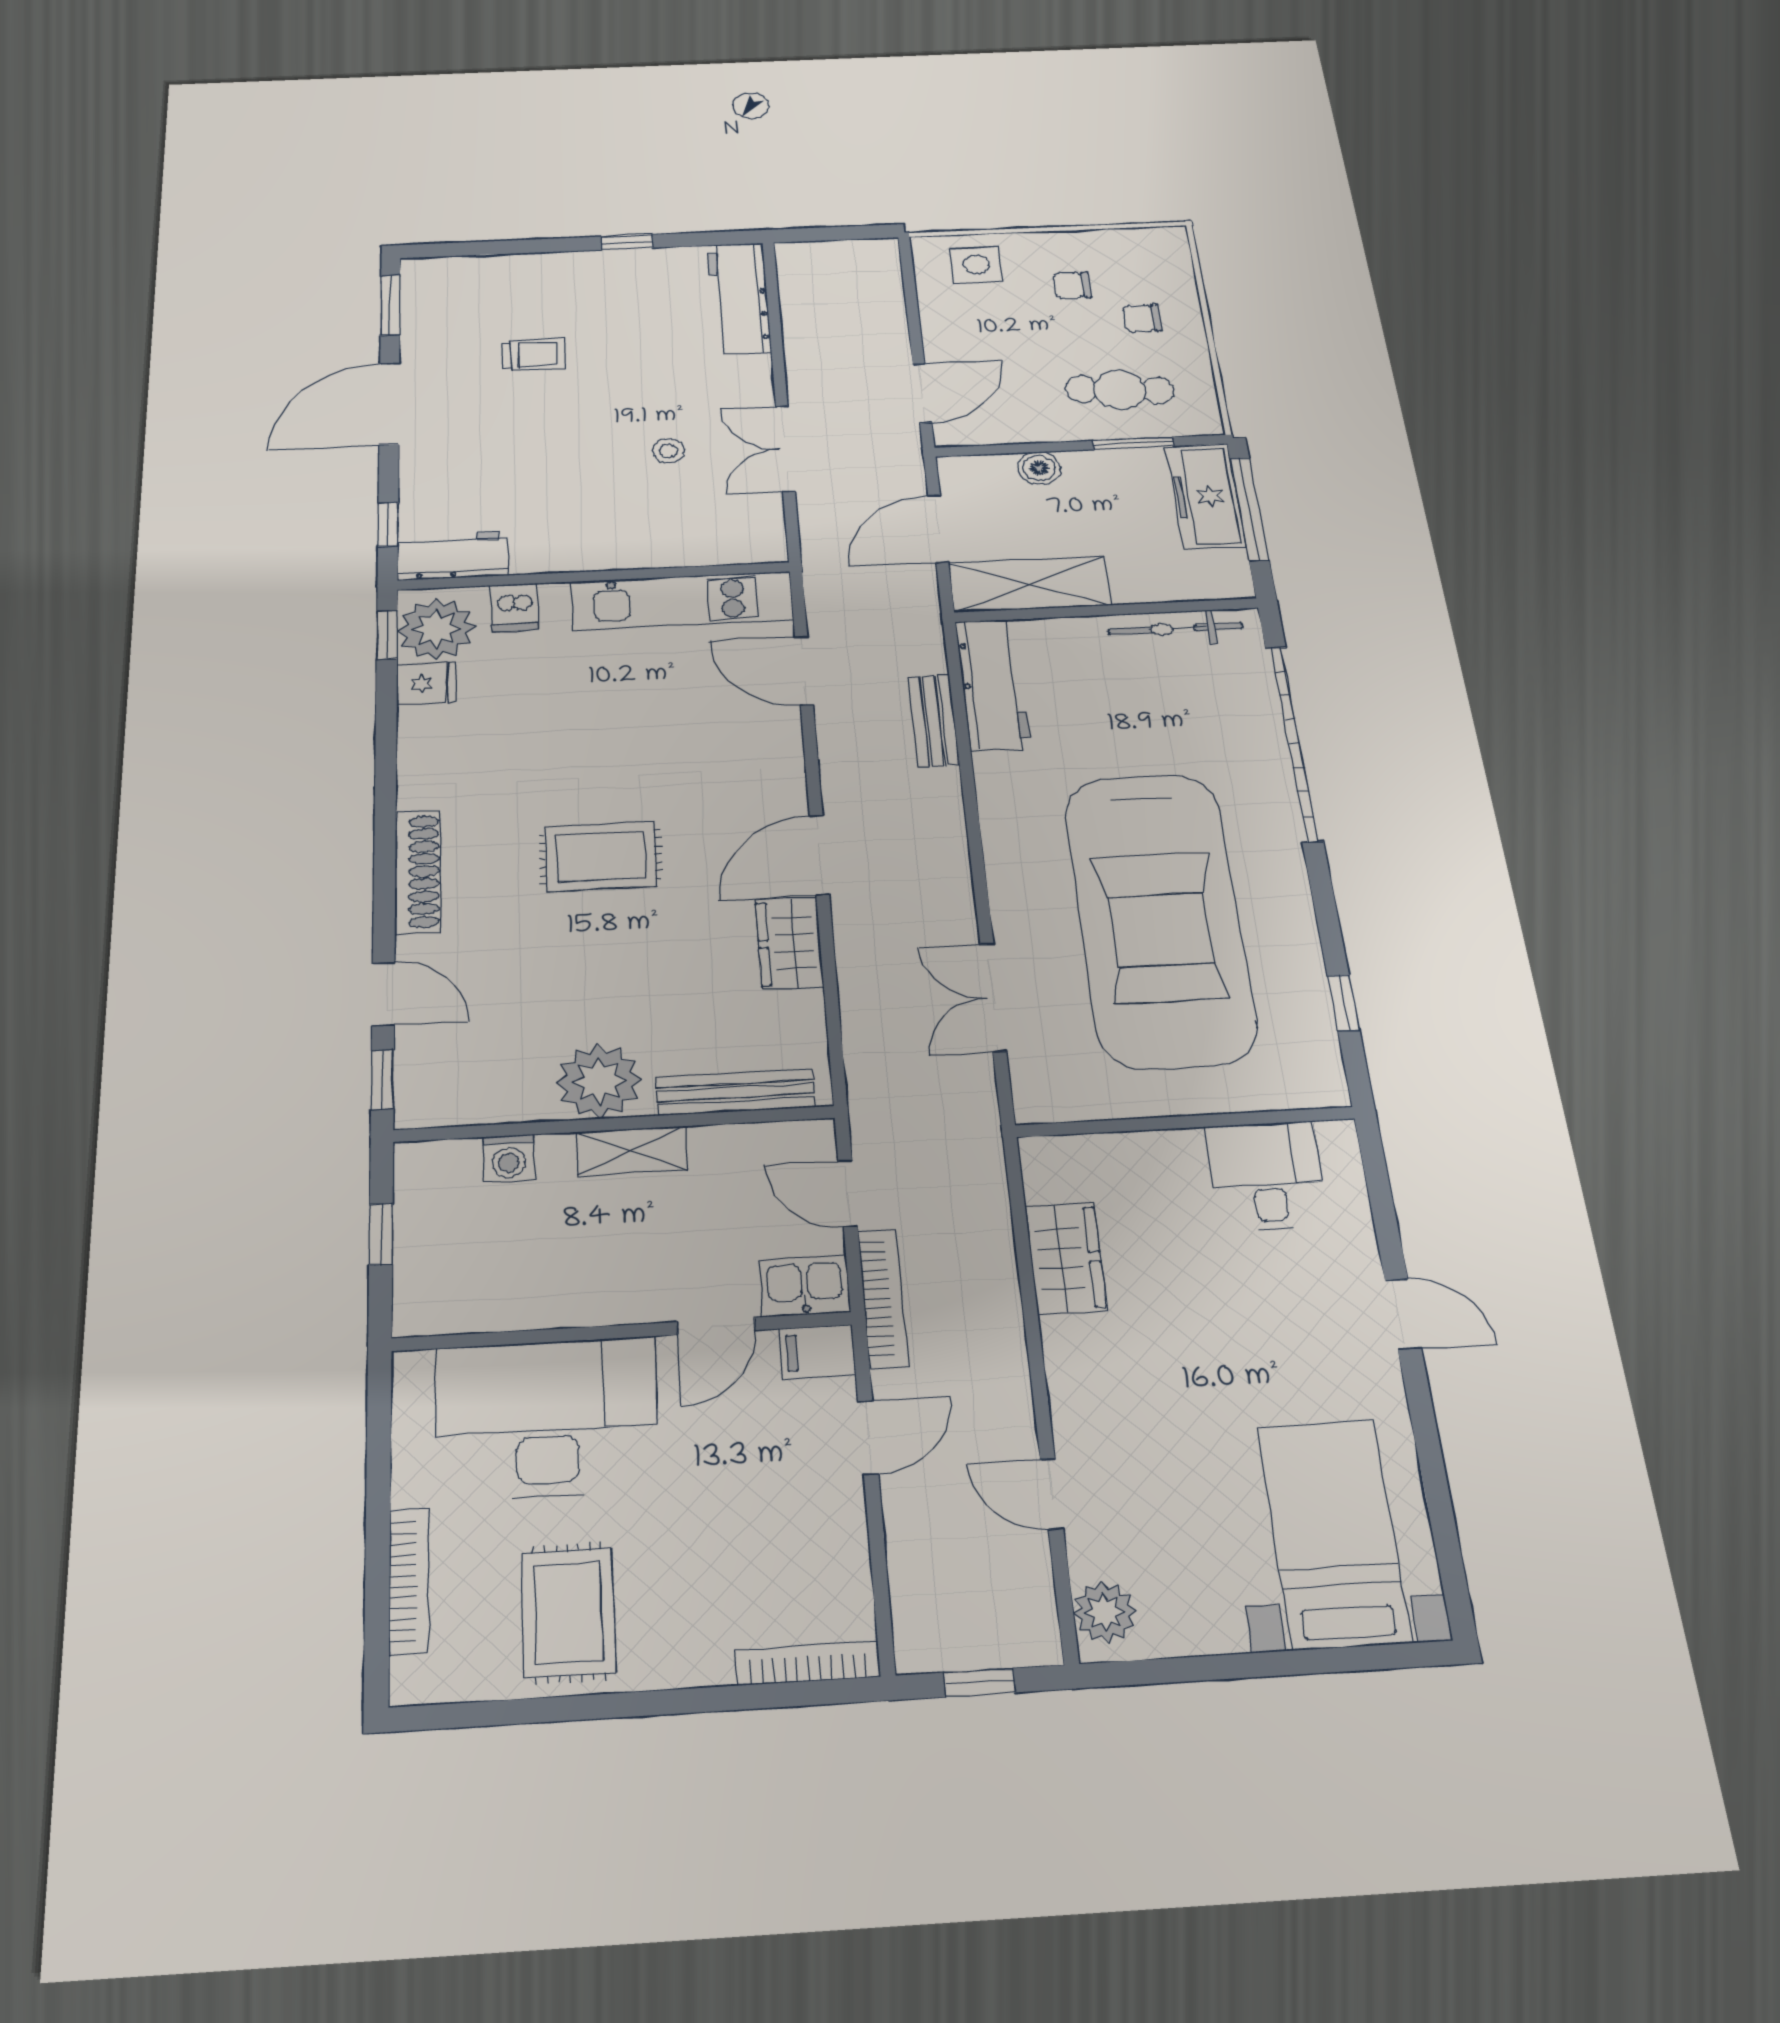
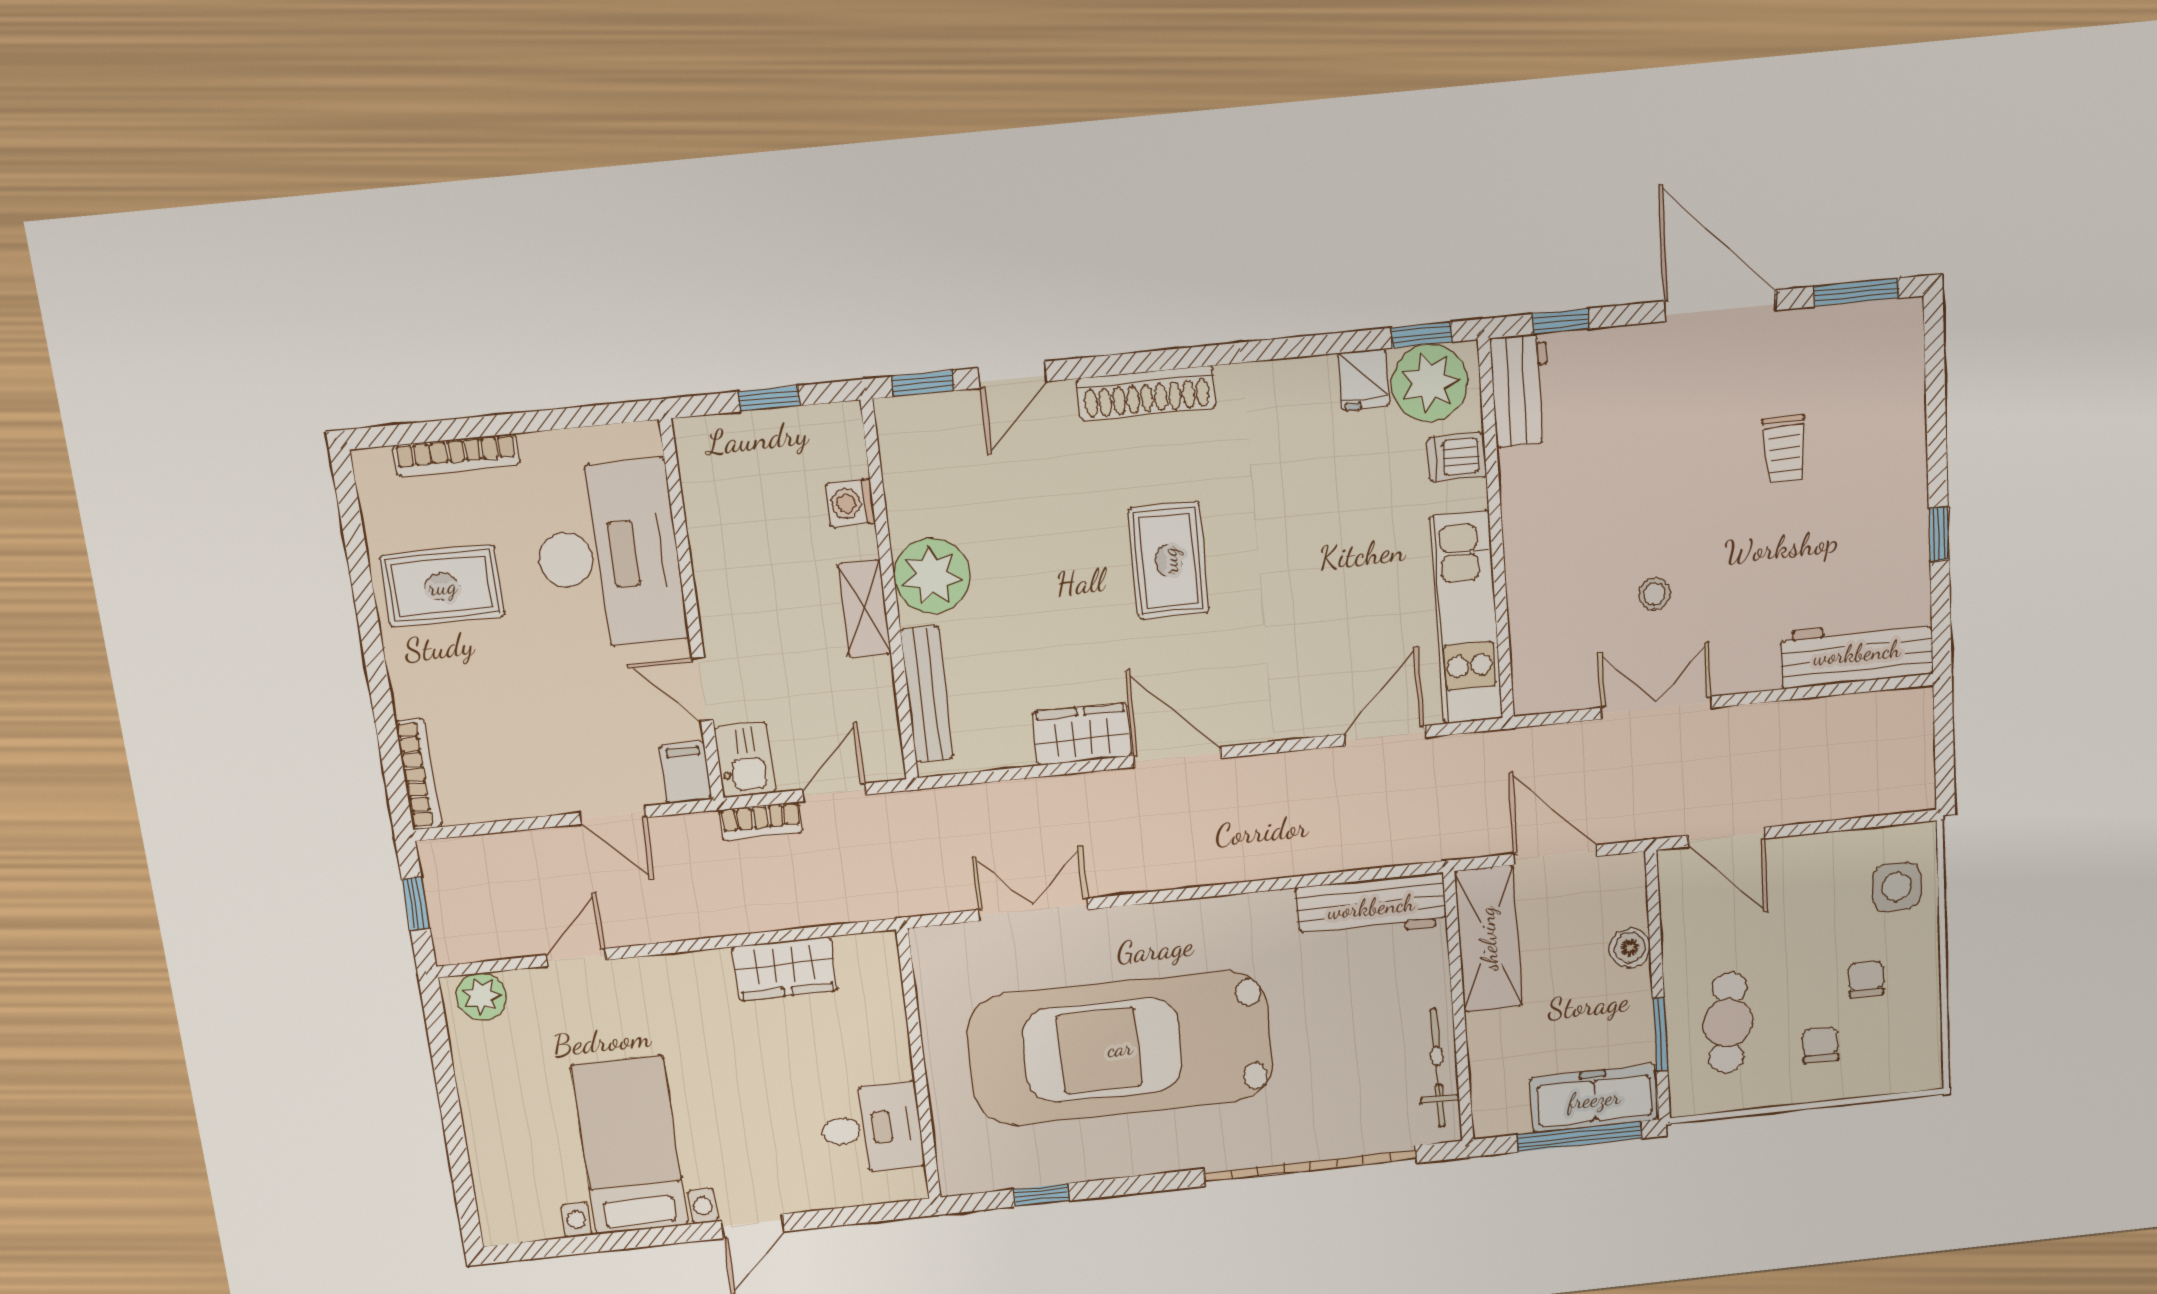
bench: (933, 720) -> (1329, 854), removed
bookcase: (883, 1298) -> (761, 821), width x0.64
bed with nightstands: (1333, 1533) -> (629, 1145), moved, turned -90

